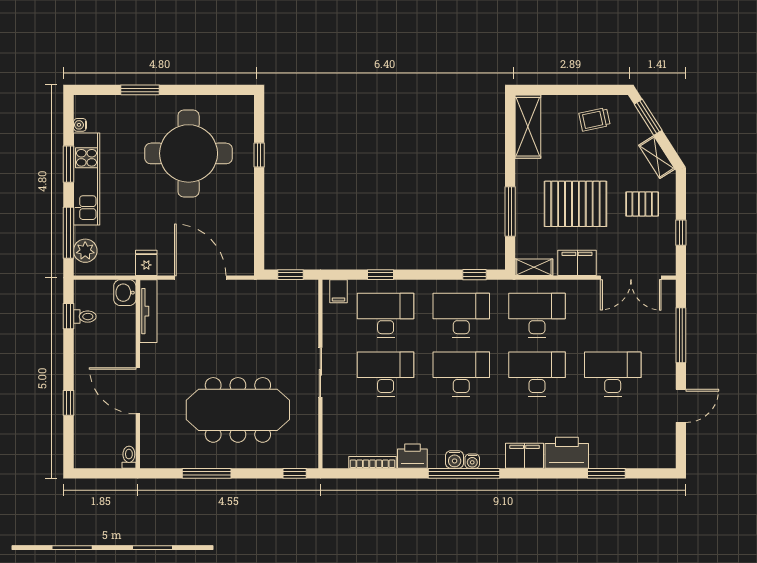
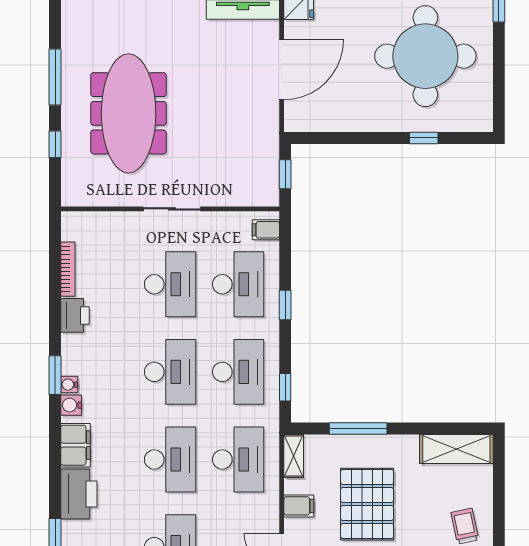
filing cabinet: (577, 263) -> (299, 506), width x0.50
window: (380, 275) -> (285, 305), moved
water cooler: (455, 459) -> (71, 405), moved
window: (295, 473) -> (55, 144), moved
window: (464, 473) -> (55, 375), width x0.47

